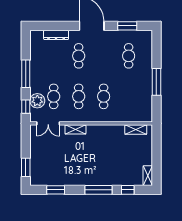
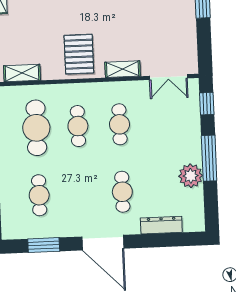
cafe table: (54, 96) -> (36, 128), moved, width x1.37, depth x1.35
plant: (37, 101) -> (191, 176), moved
double door: (48, 123) -> (168, 77), swing flipped
pallet: (101, 139) -> (79, 54), added

